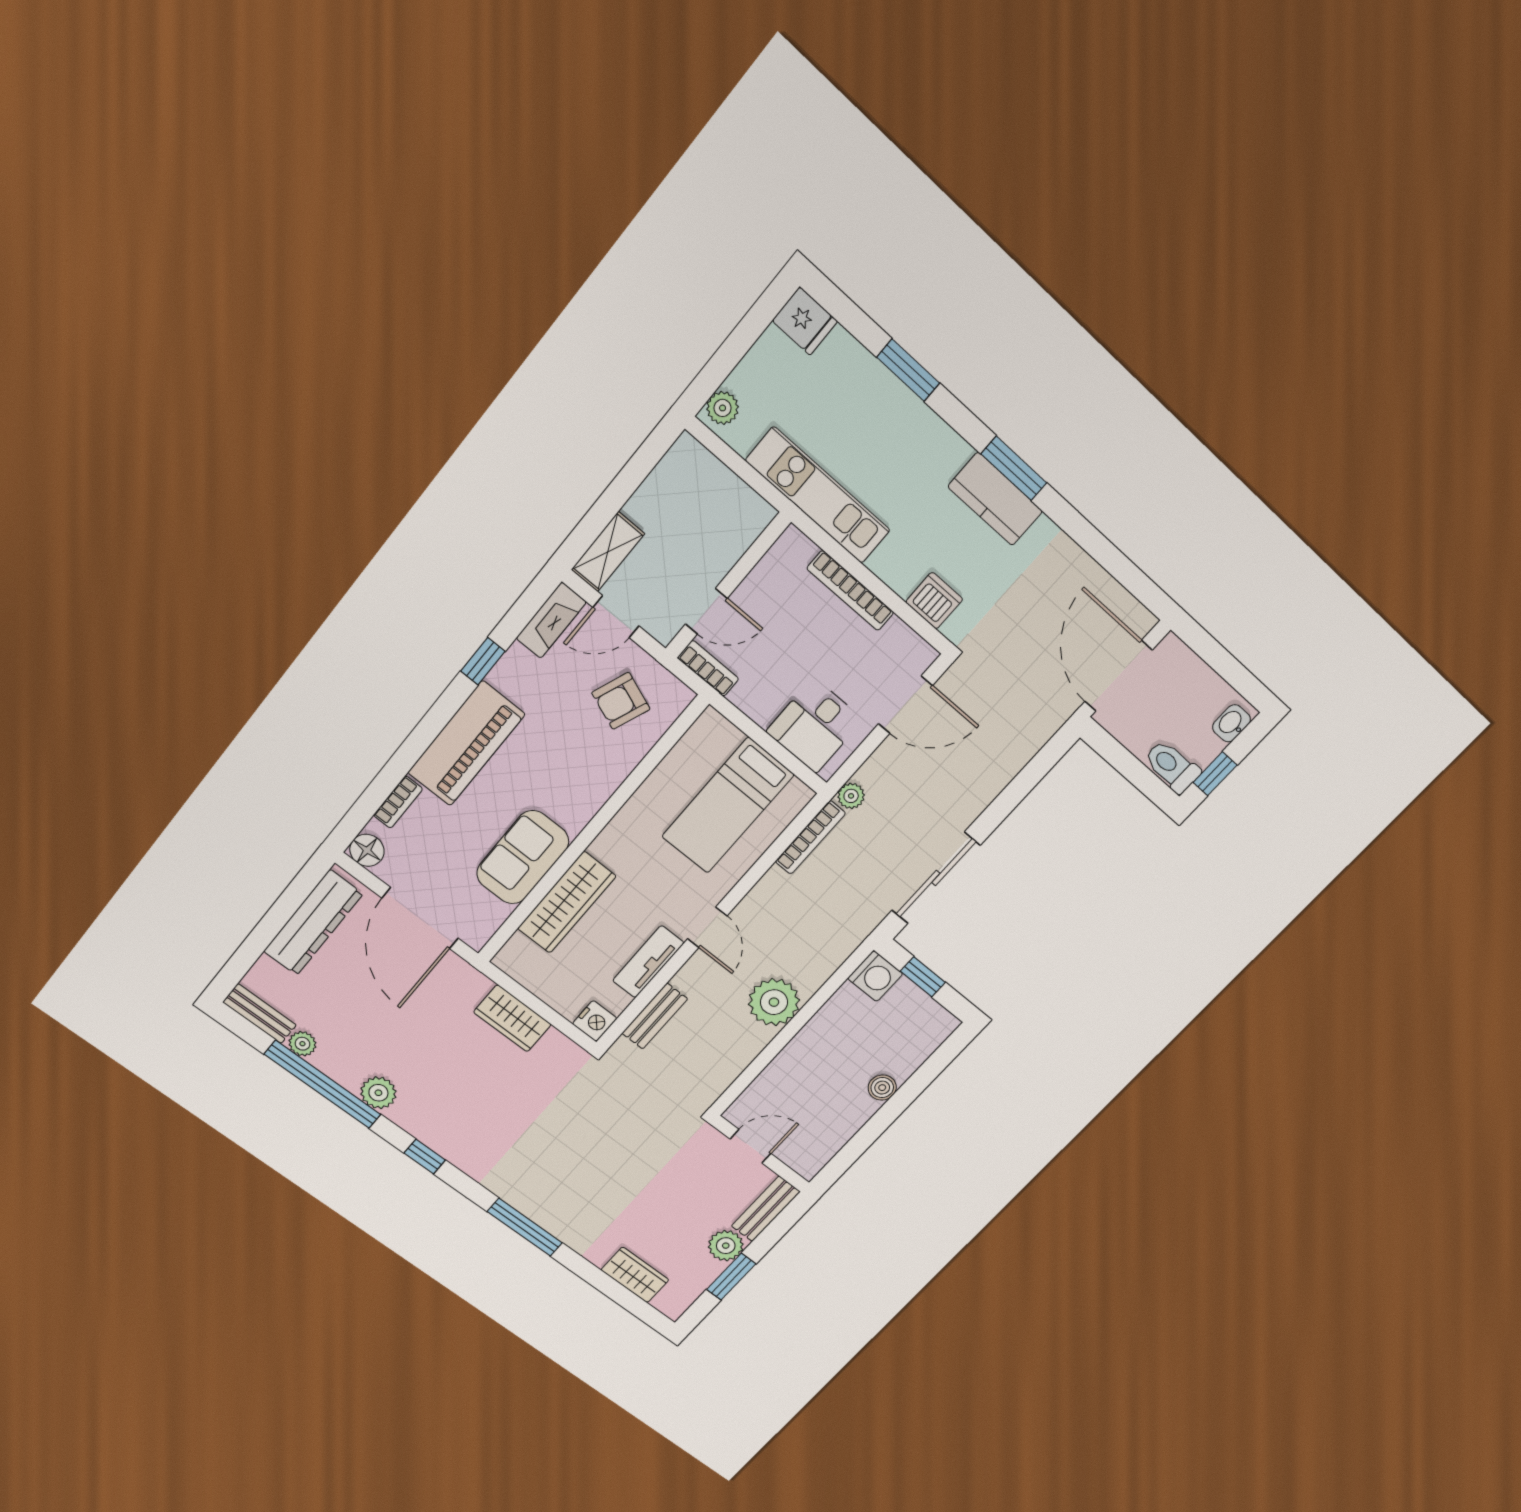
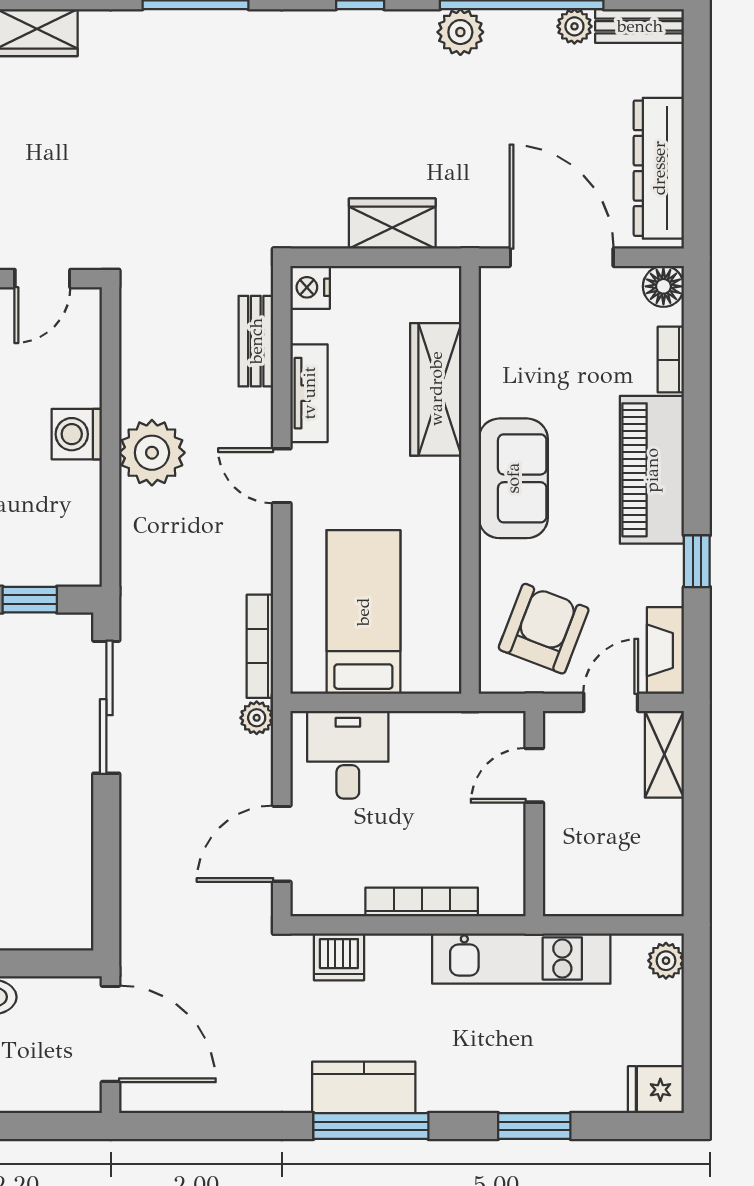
window: (1014, 468) -> (371, 1126), width x1.44
bookcase: (708, 668) -> (490, 725), removed
armchair: (621, 701) -> (544, 629), width x1.38, depth x1.38
sofa: (523, 857) -> (513, 478), moved
washing machine: (875, 976) -> (77, 434), moved

